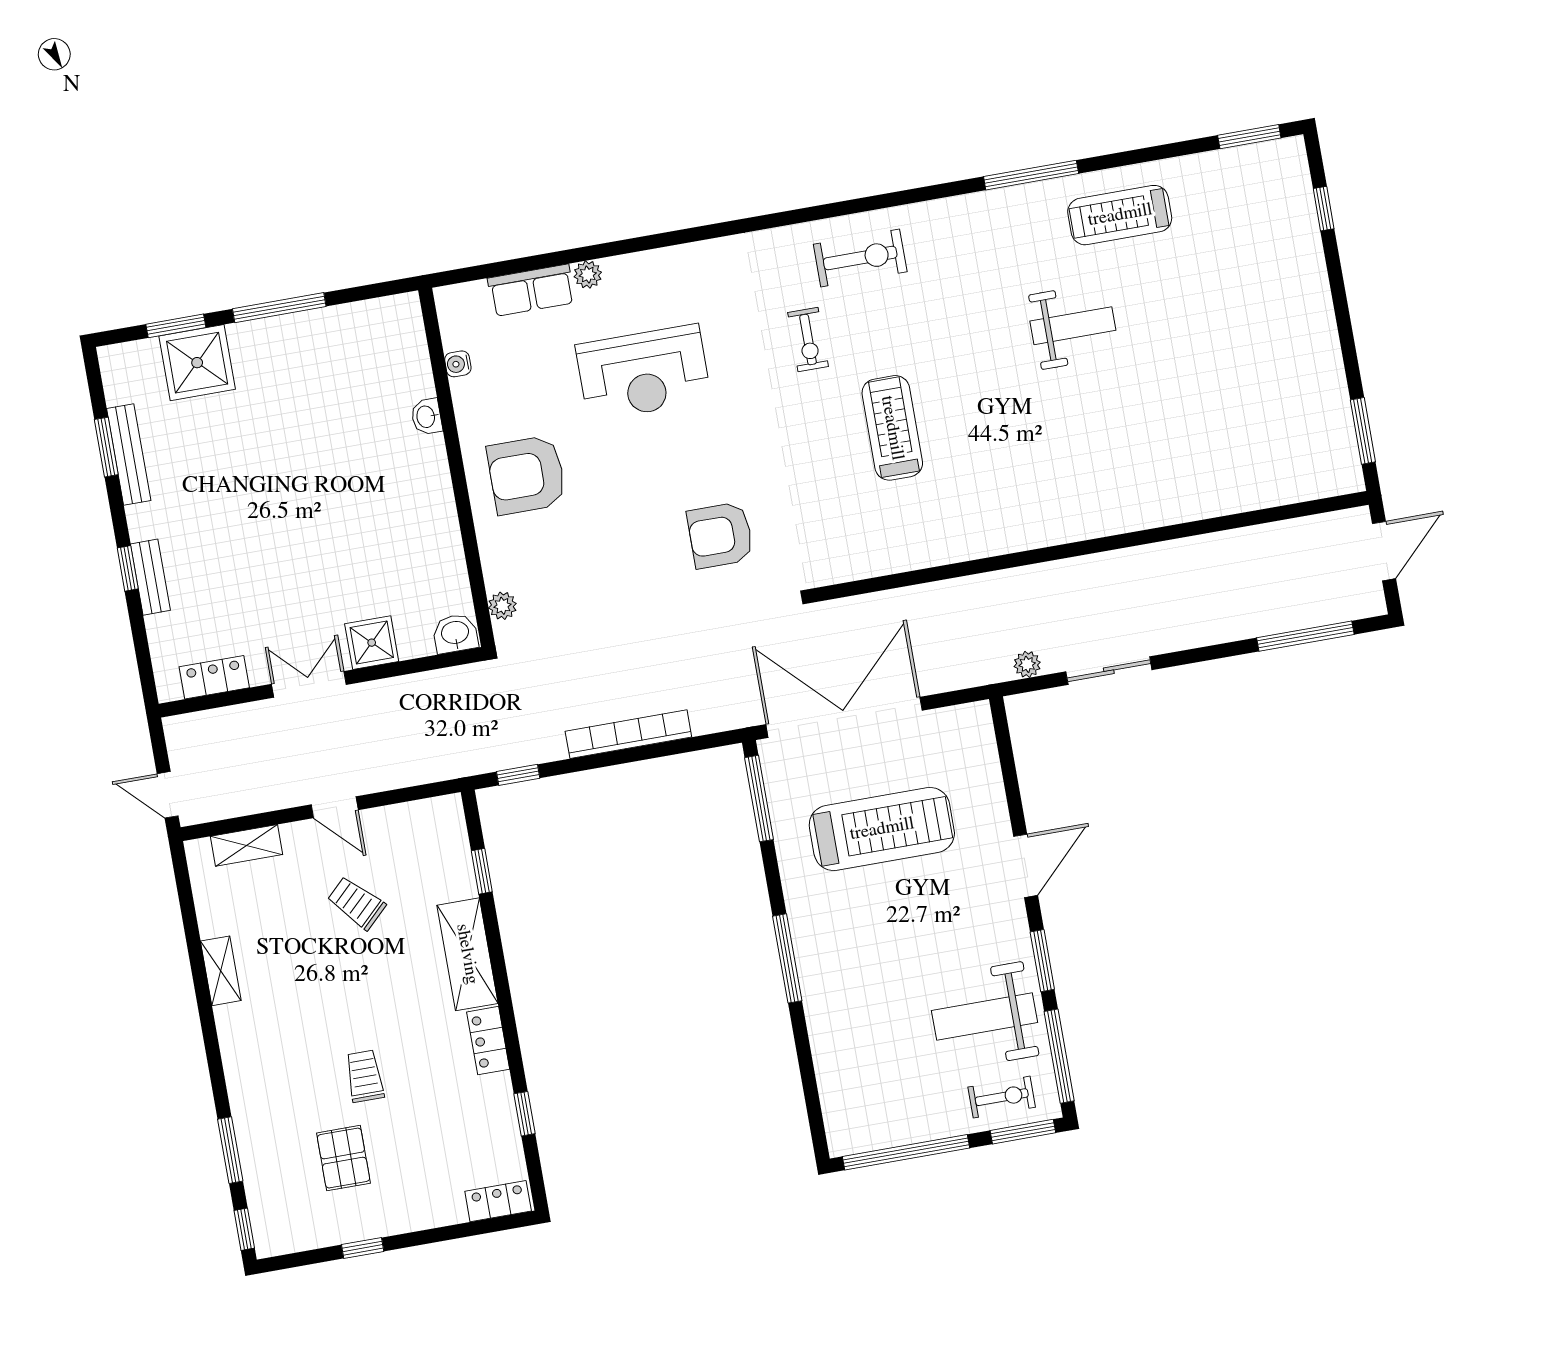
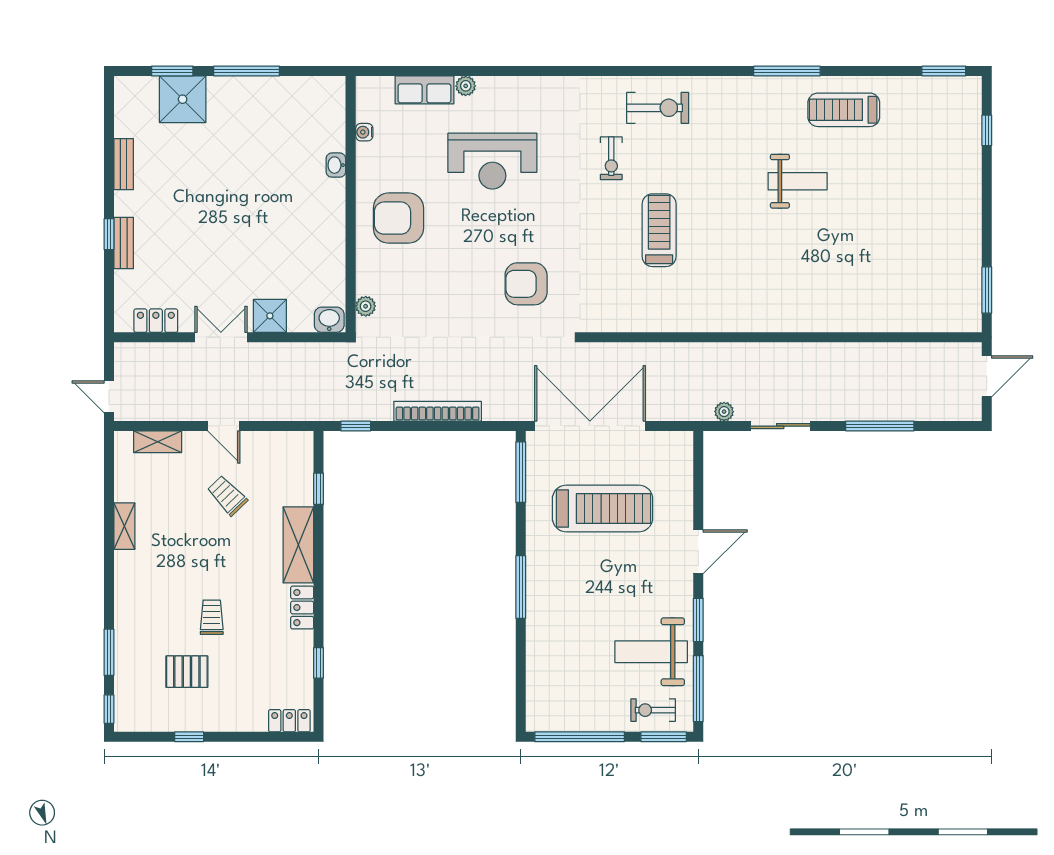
window: (106, 447) -> (109, 147), removed
bench: (129, 454) -> (124, 164), width x0.73
window: (1305, 636) -> (880, 426), moved
exercise bike: (1002, 1097) -> (653, 710), turned 180
pallet: (343, 1158) -> (187, 672), turned 90

